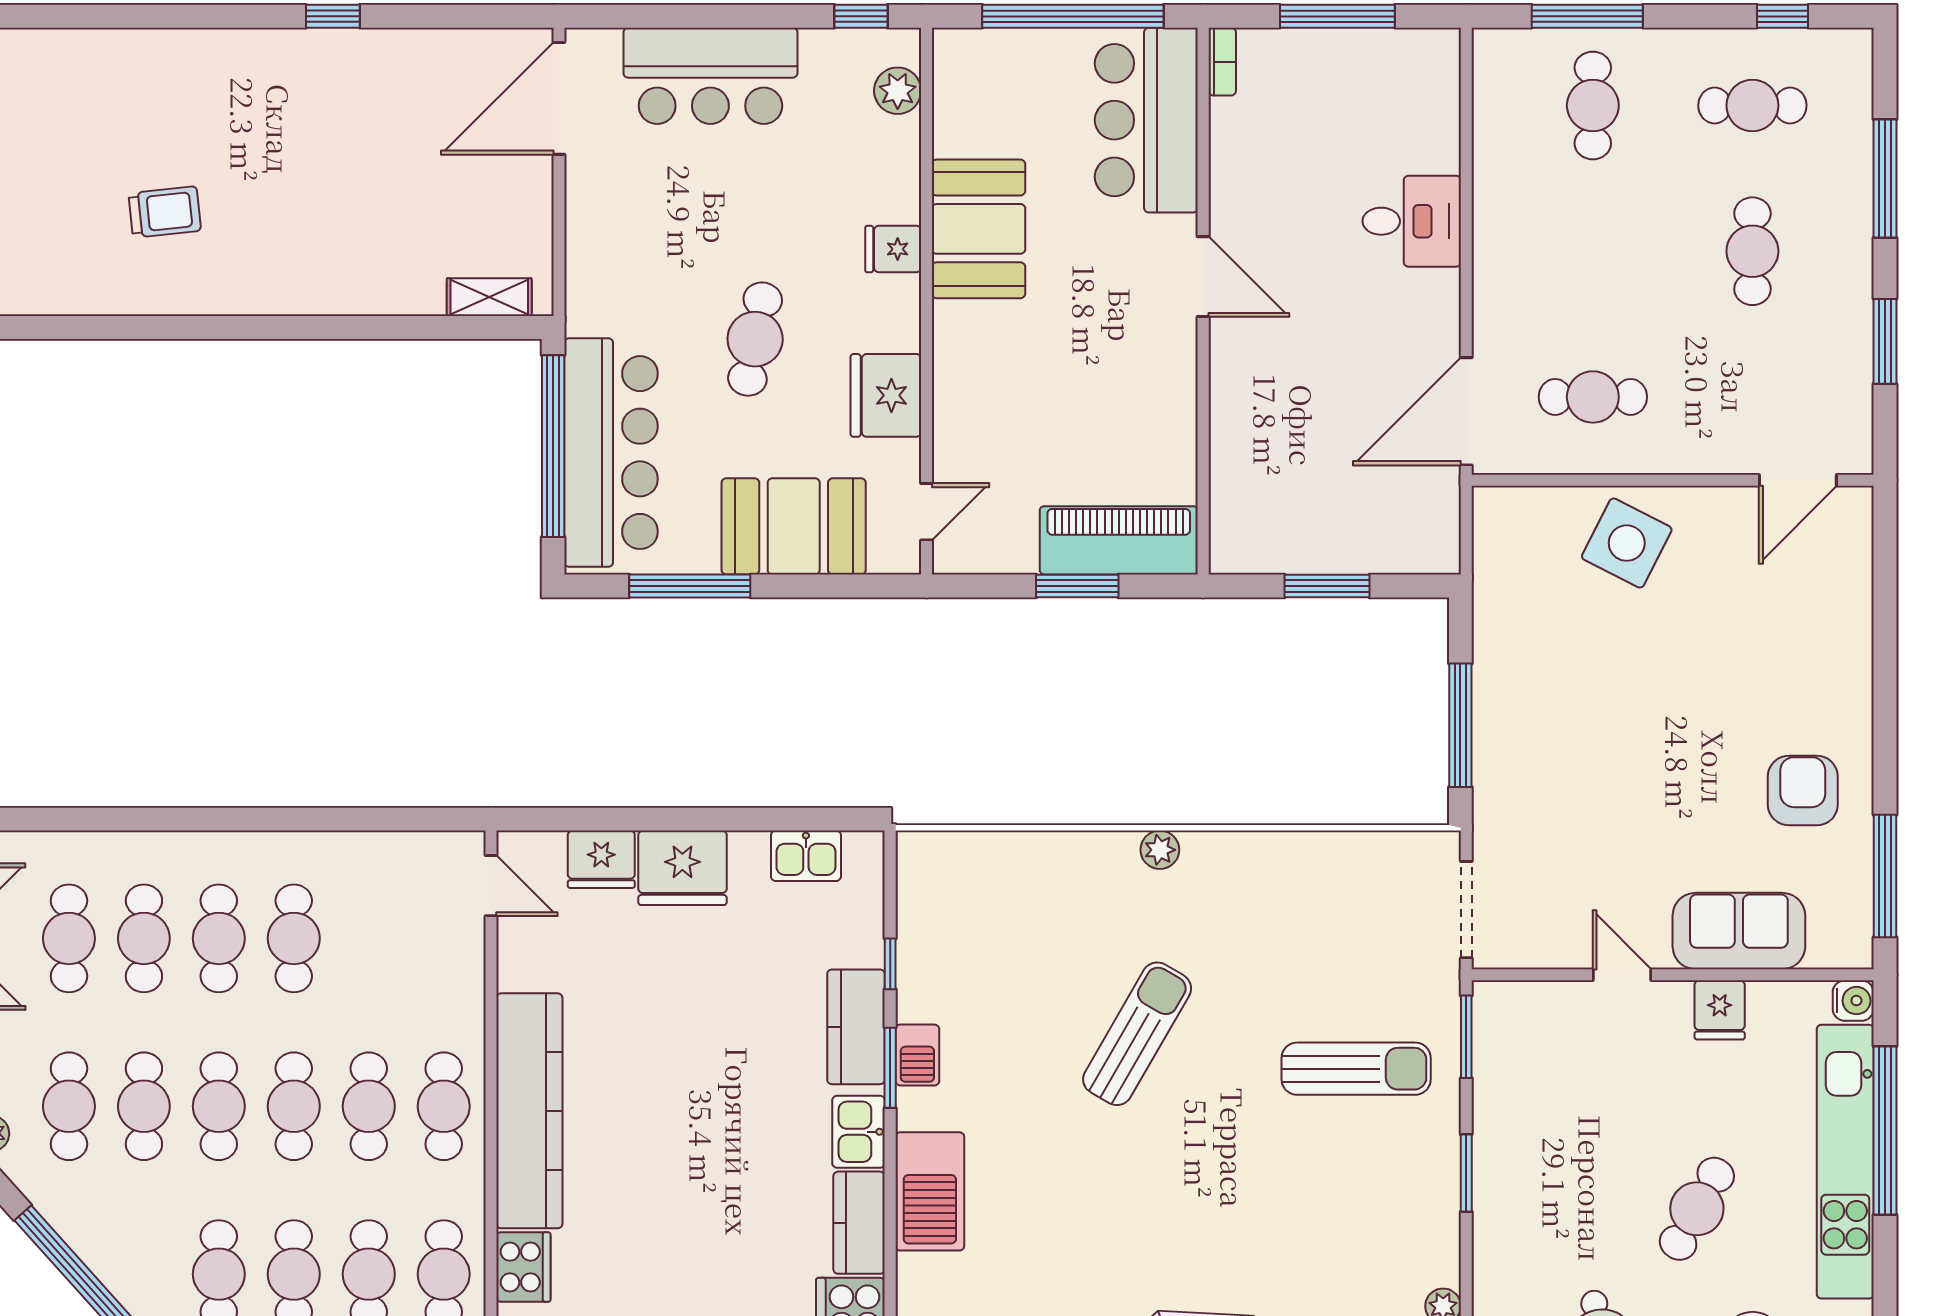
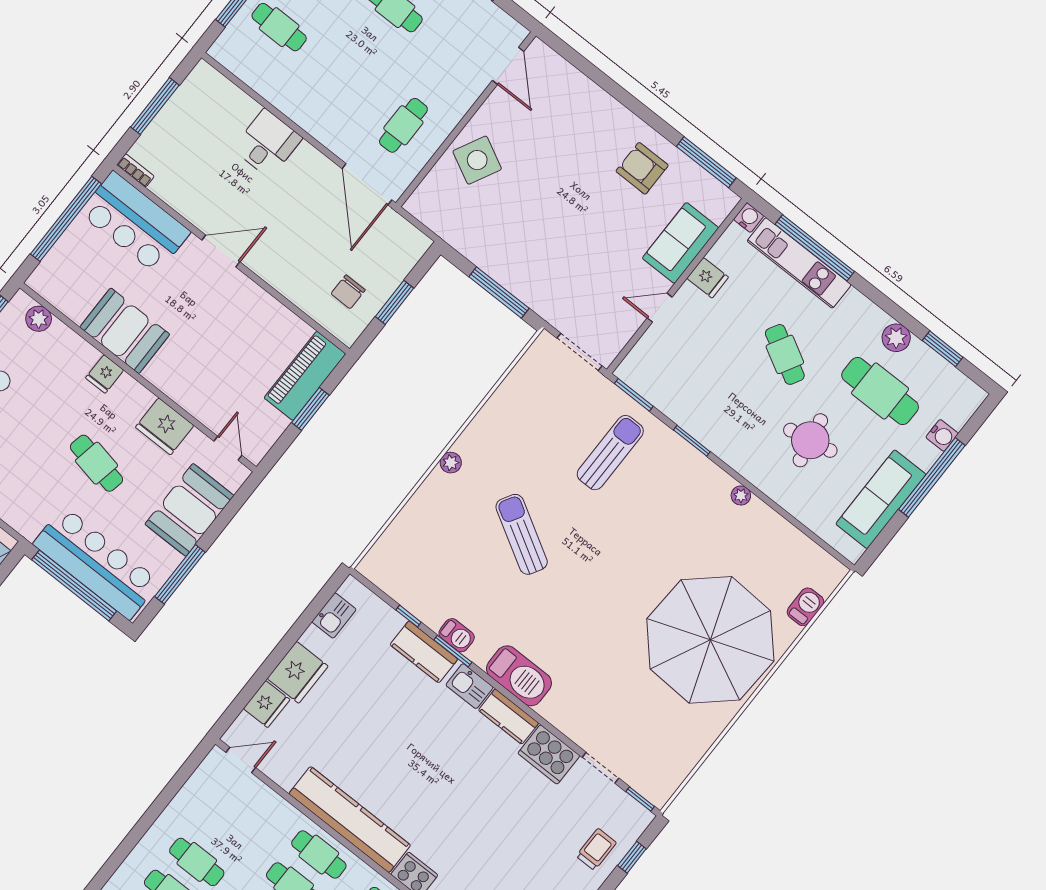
chair: (1289, 507) -> (348, 292), added
kitchen unit: (1845, 1162) -> (799, 263), width x0.73

